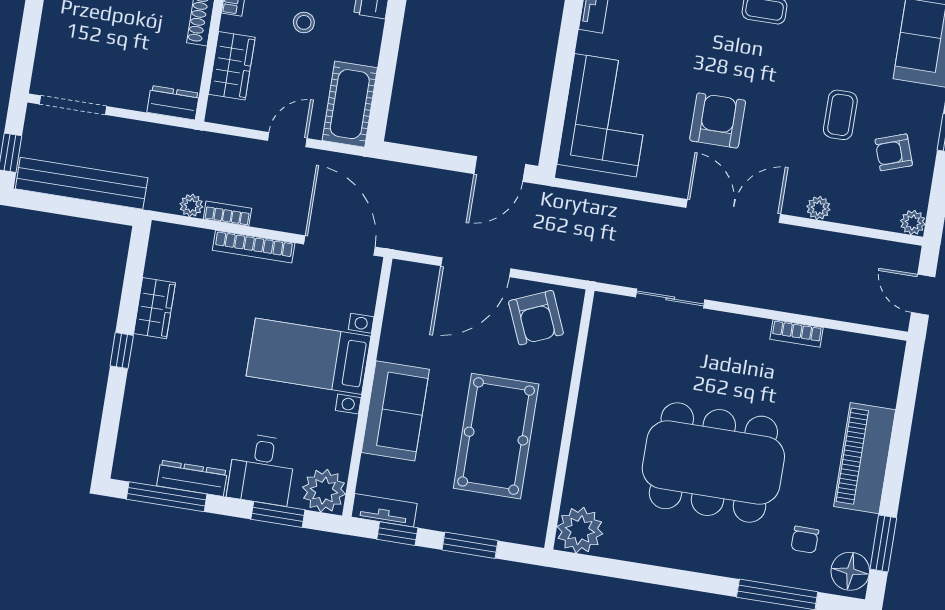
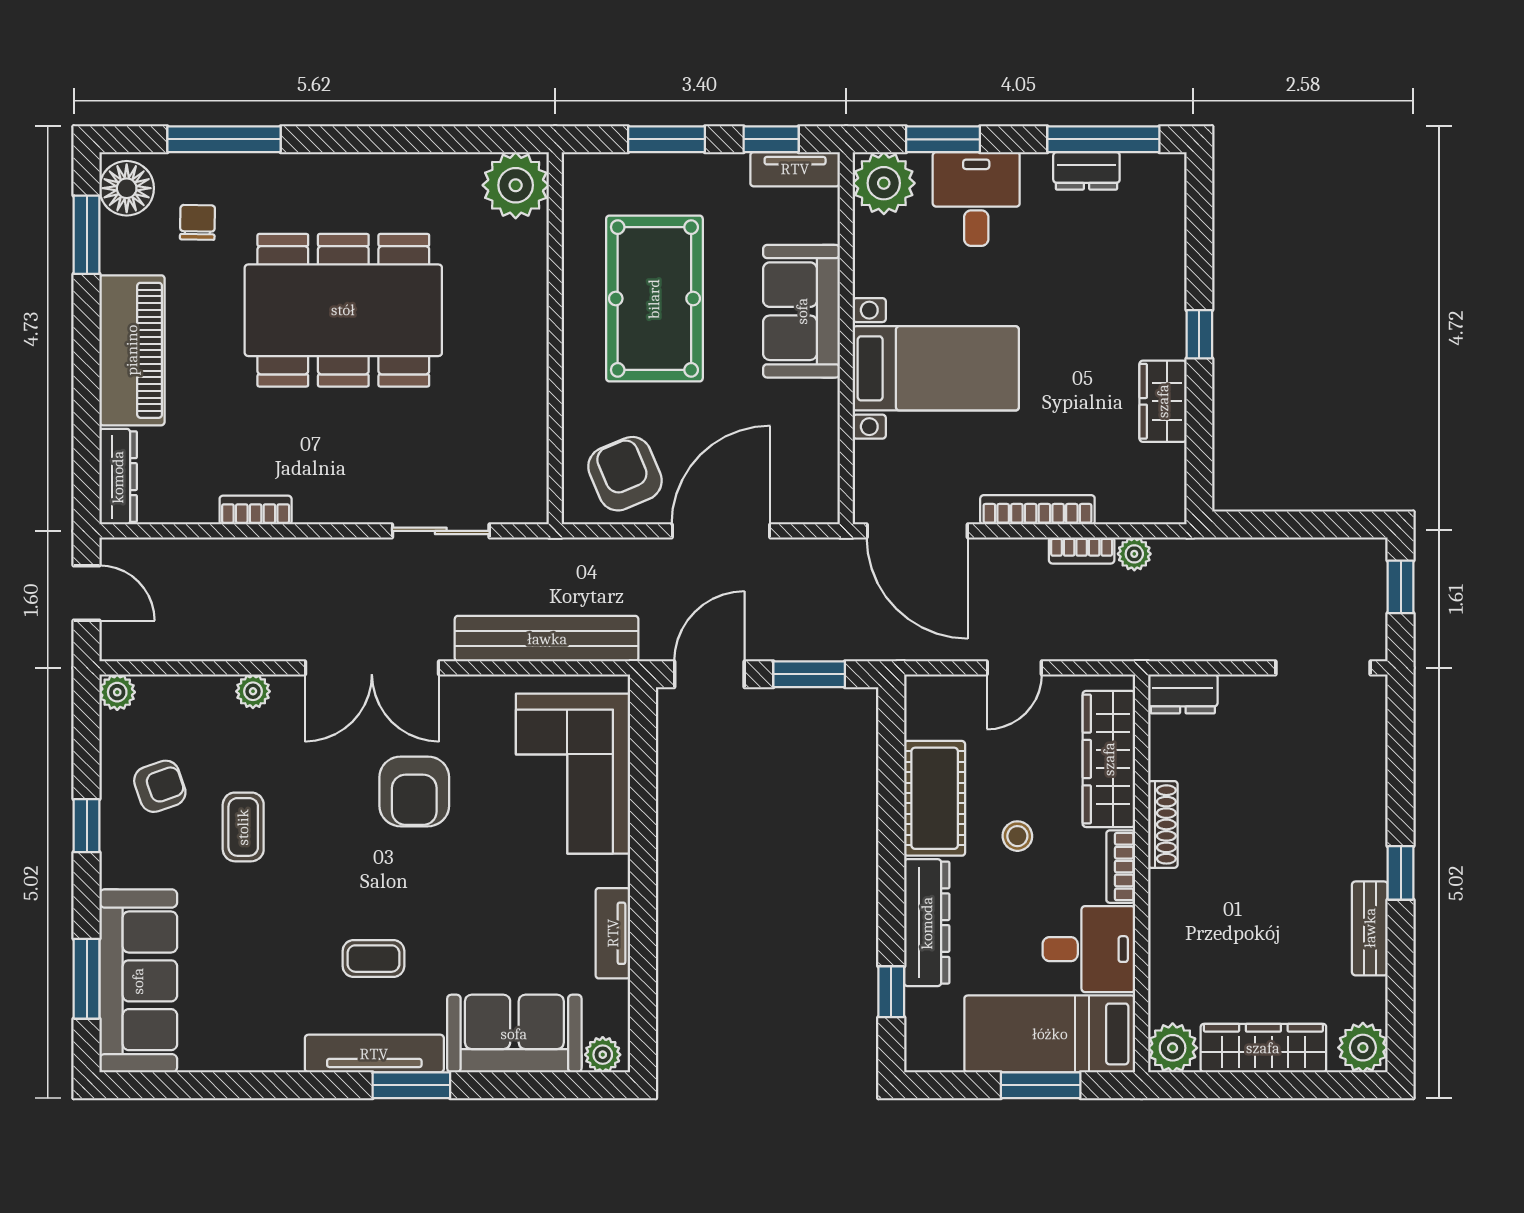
wardrobe: (232, 66) -> (1109, 759), width x1.50
cot: (350, 104) -> (935, 798), moved
window: (430, 158) -> (809, 674), added
bench: (82, 183) -> (547, 639), moved
dresser: (888, 372) -> (118, 477), added
dresser: (192, 478) -> (1086, 171), width x0.70

